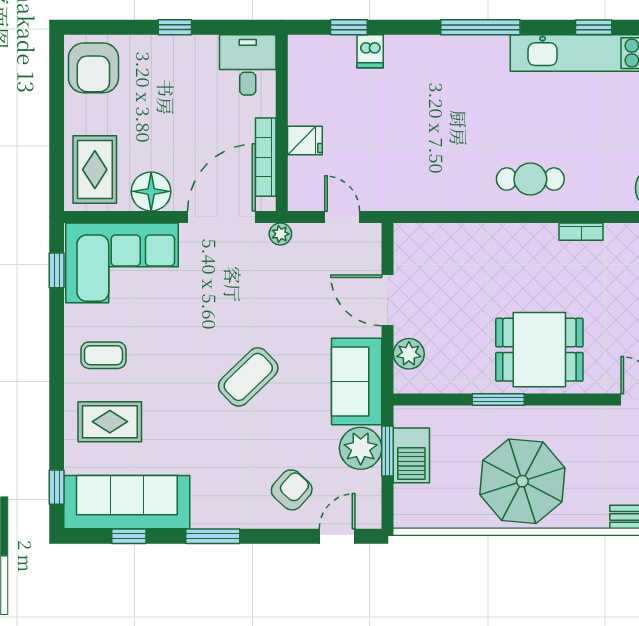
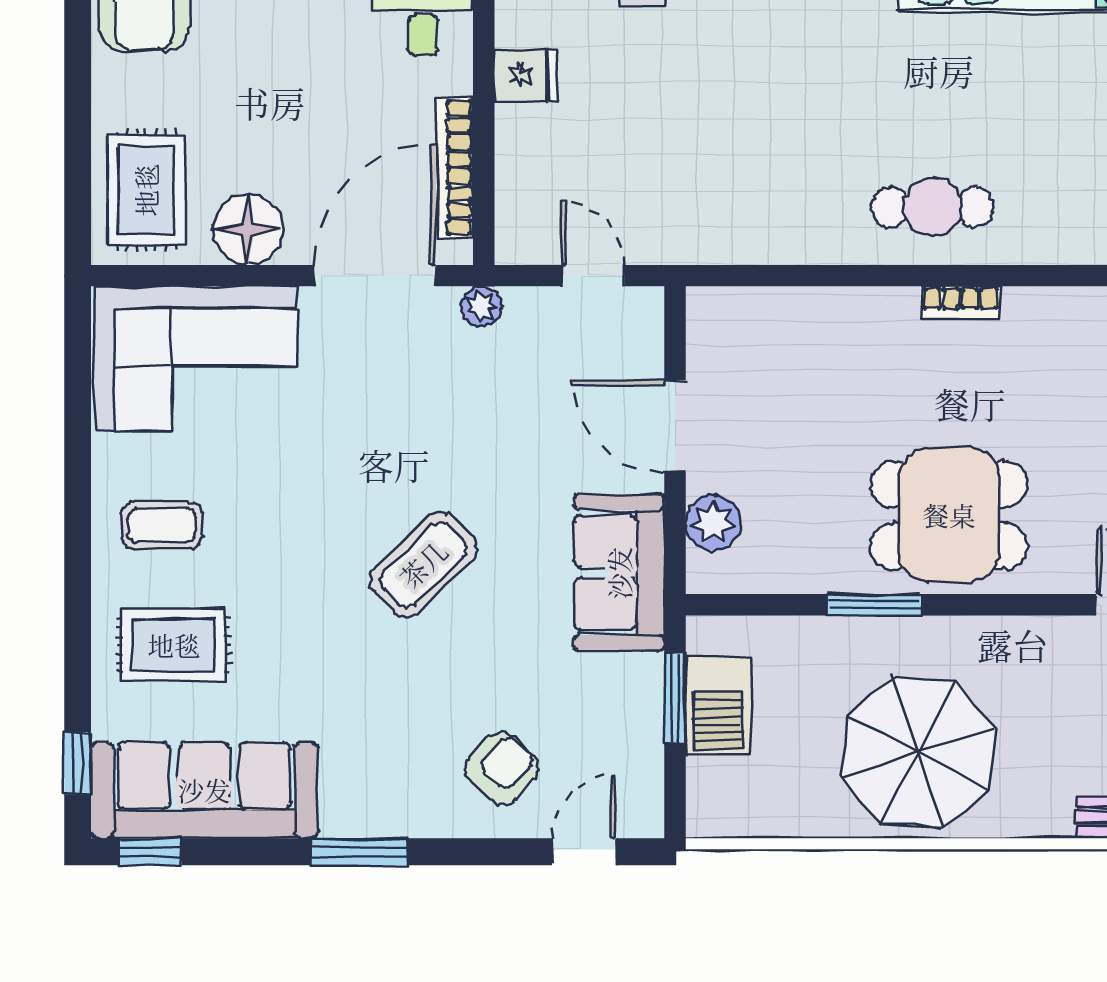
fridge: (305, 140) -> (526, 75), moved
bookcase: (581, 232) -> (960, 302), moved
window: (57, 270) -> (78, 372), removed
plant: (361, 448) -> (626, 693), removed
window: (129, 536) -> (151, 852), moved

